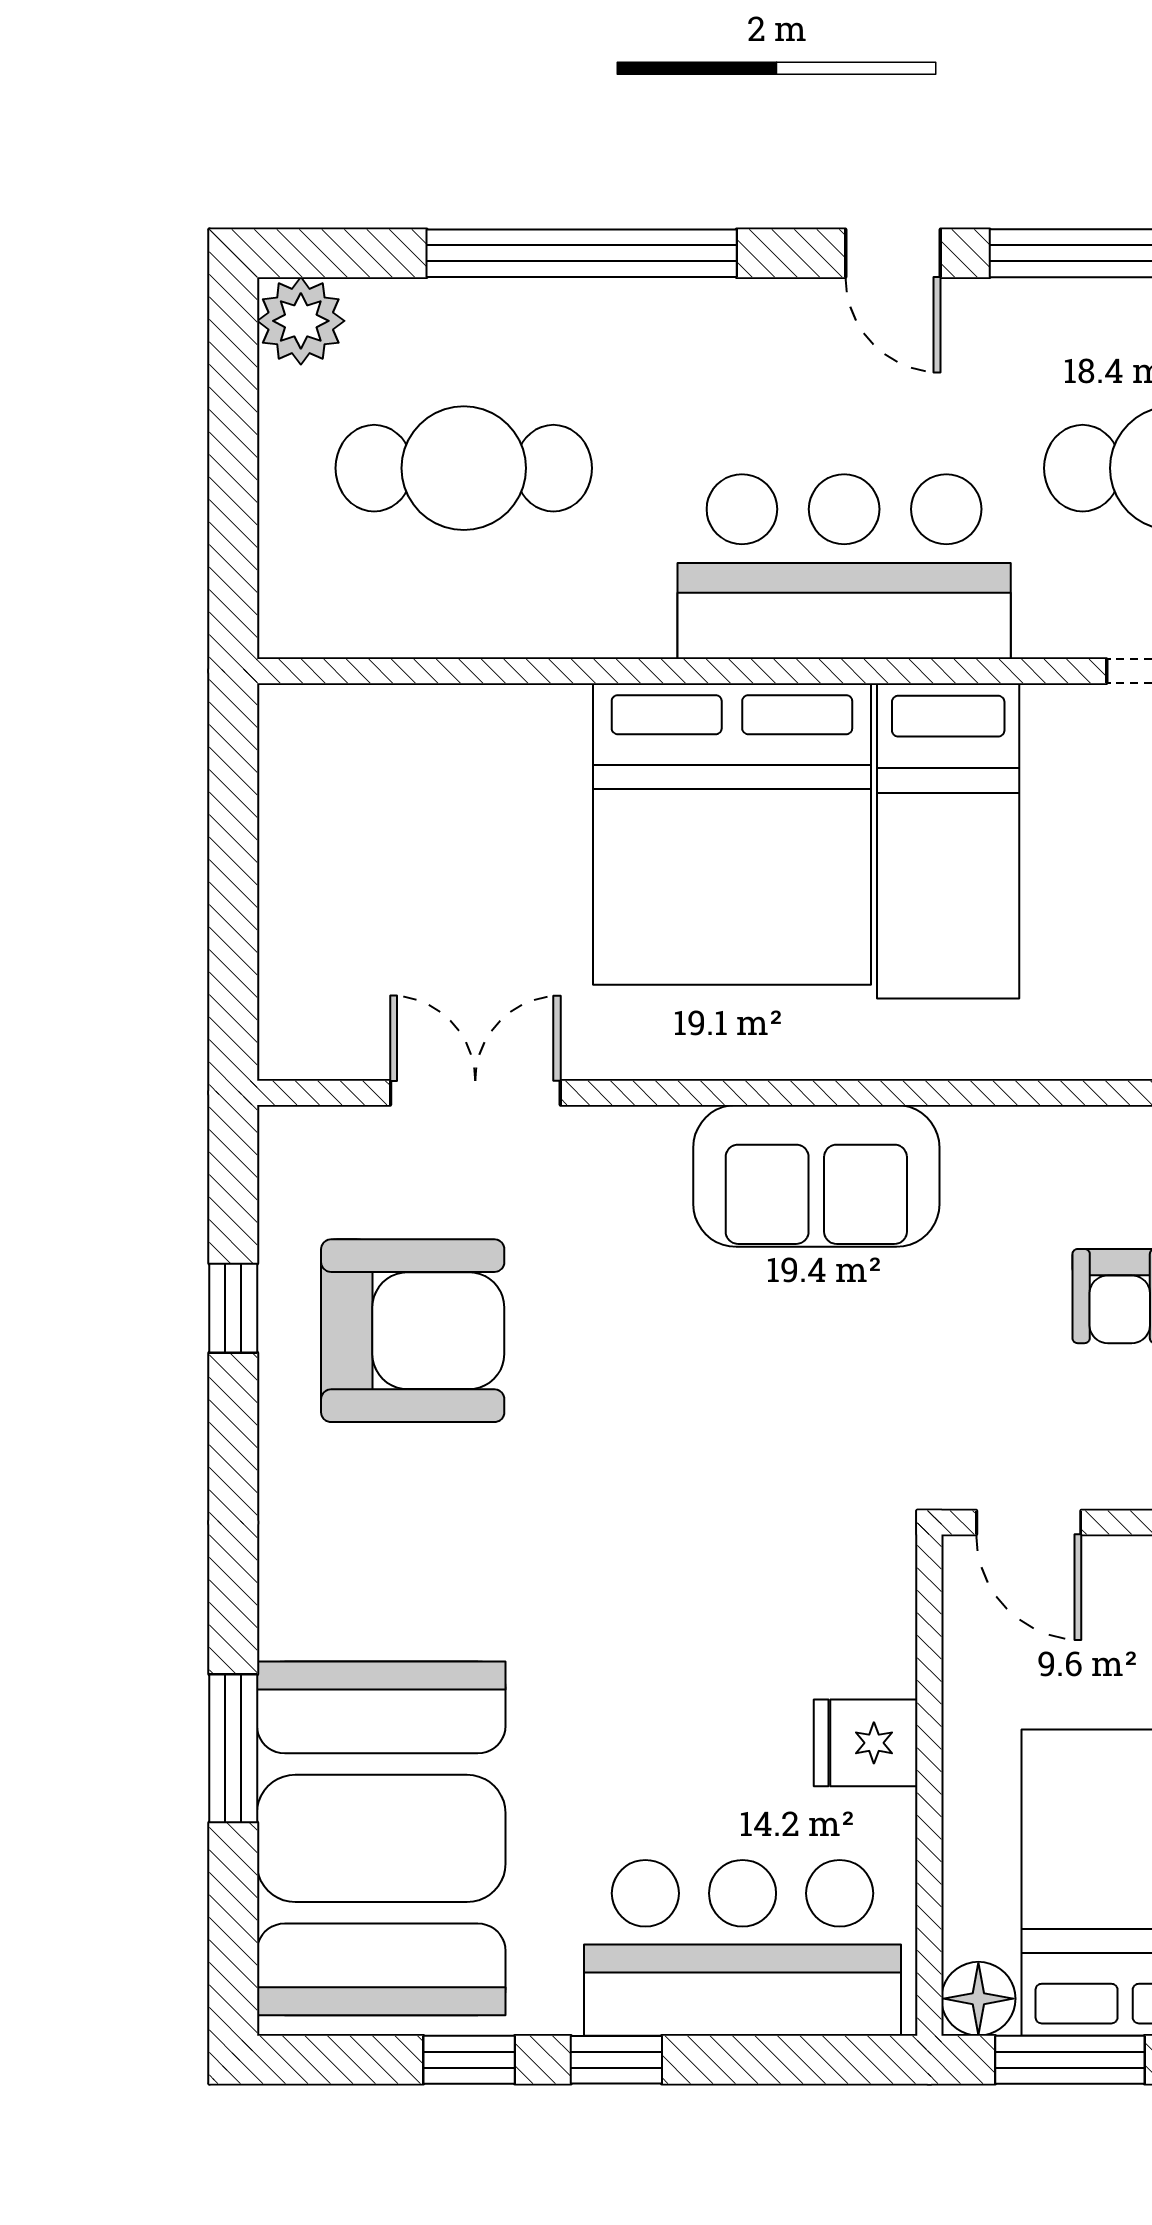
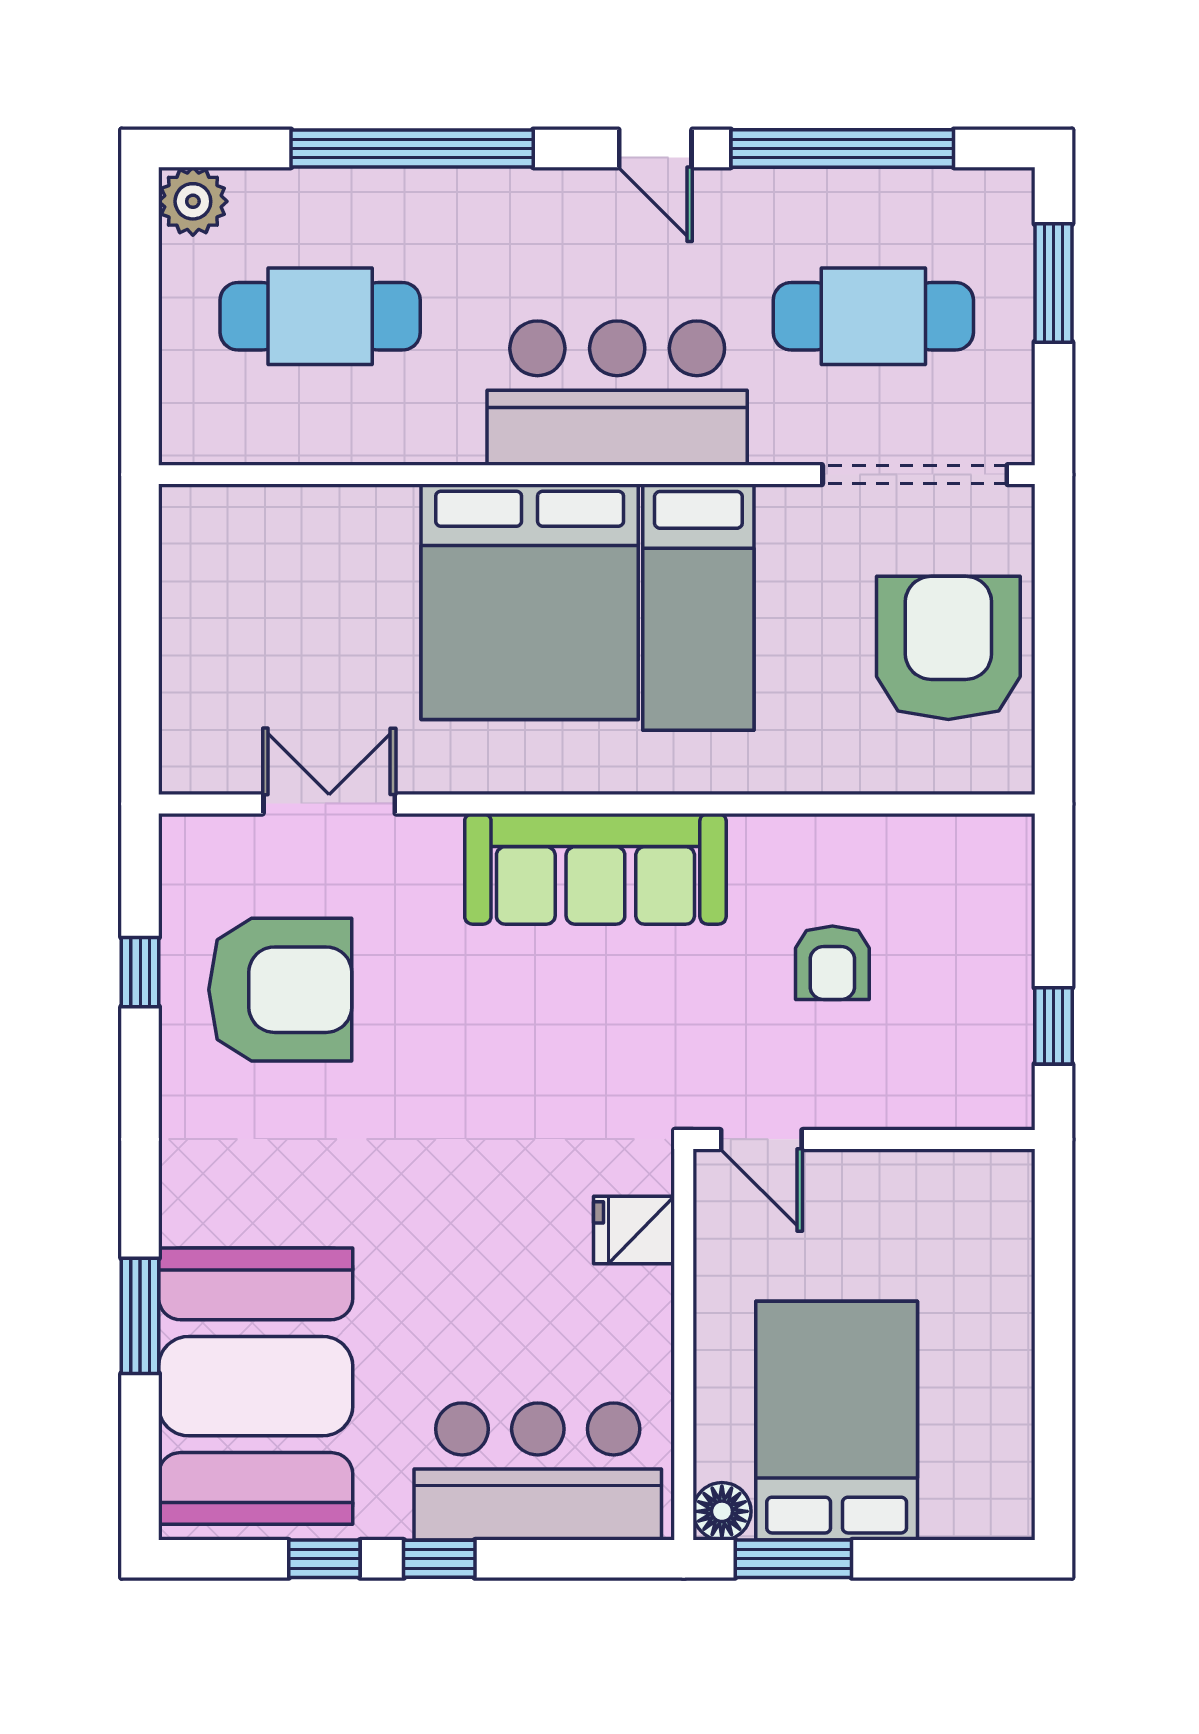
sofa: (816, 1176) -> (595, 869), width x1.36
fridge: (866, 1743) -> (634, 1230), moved

